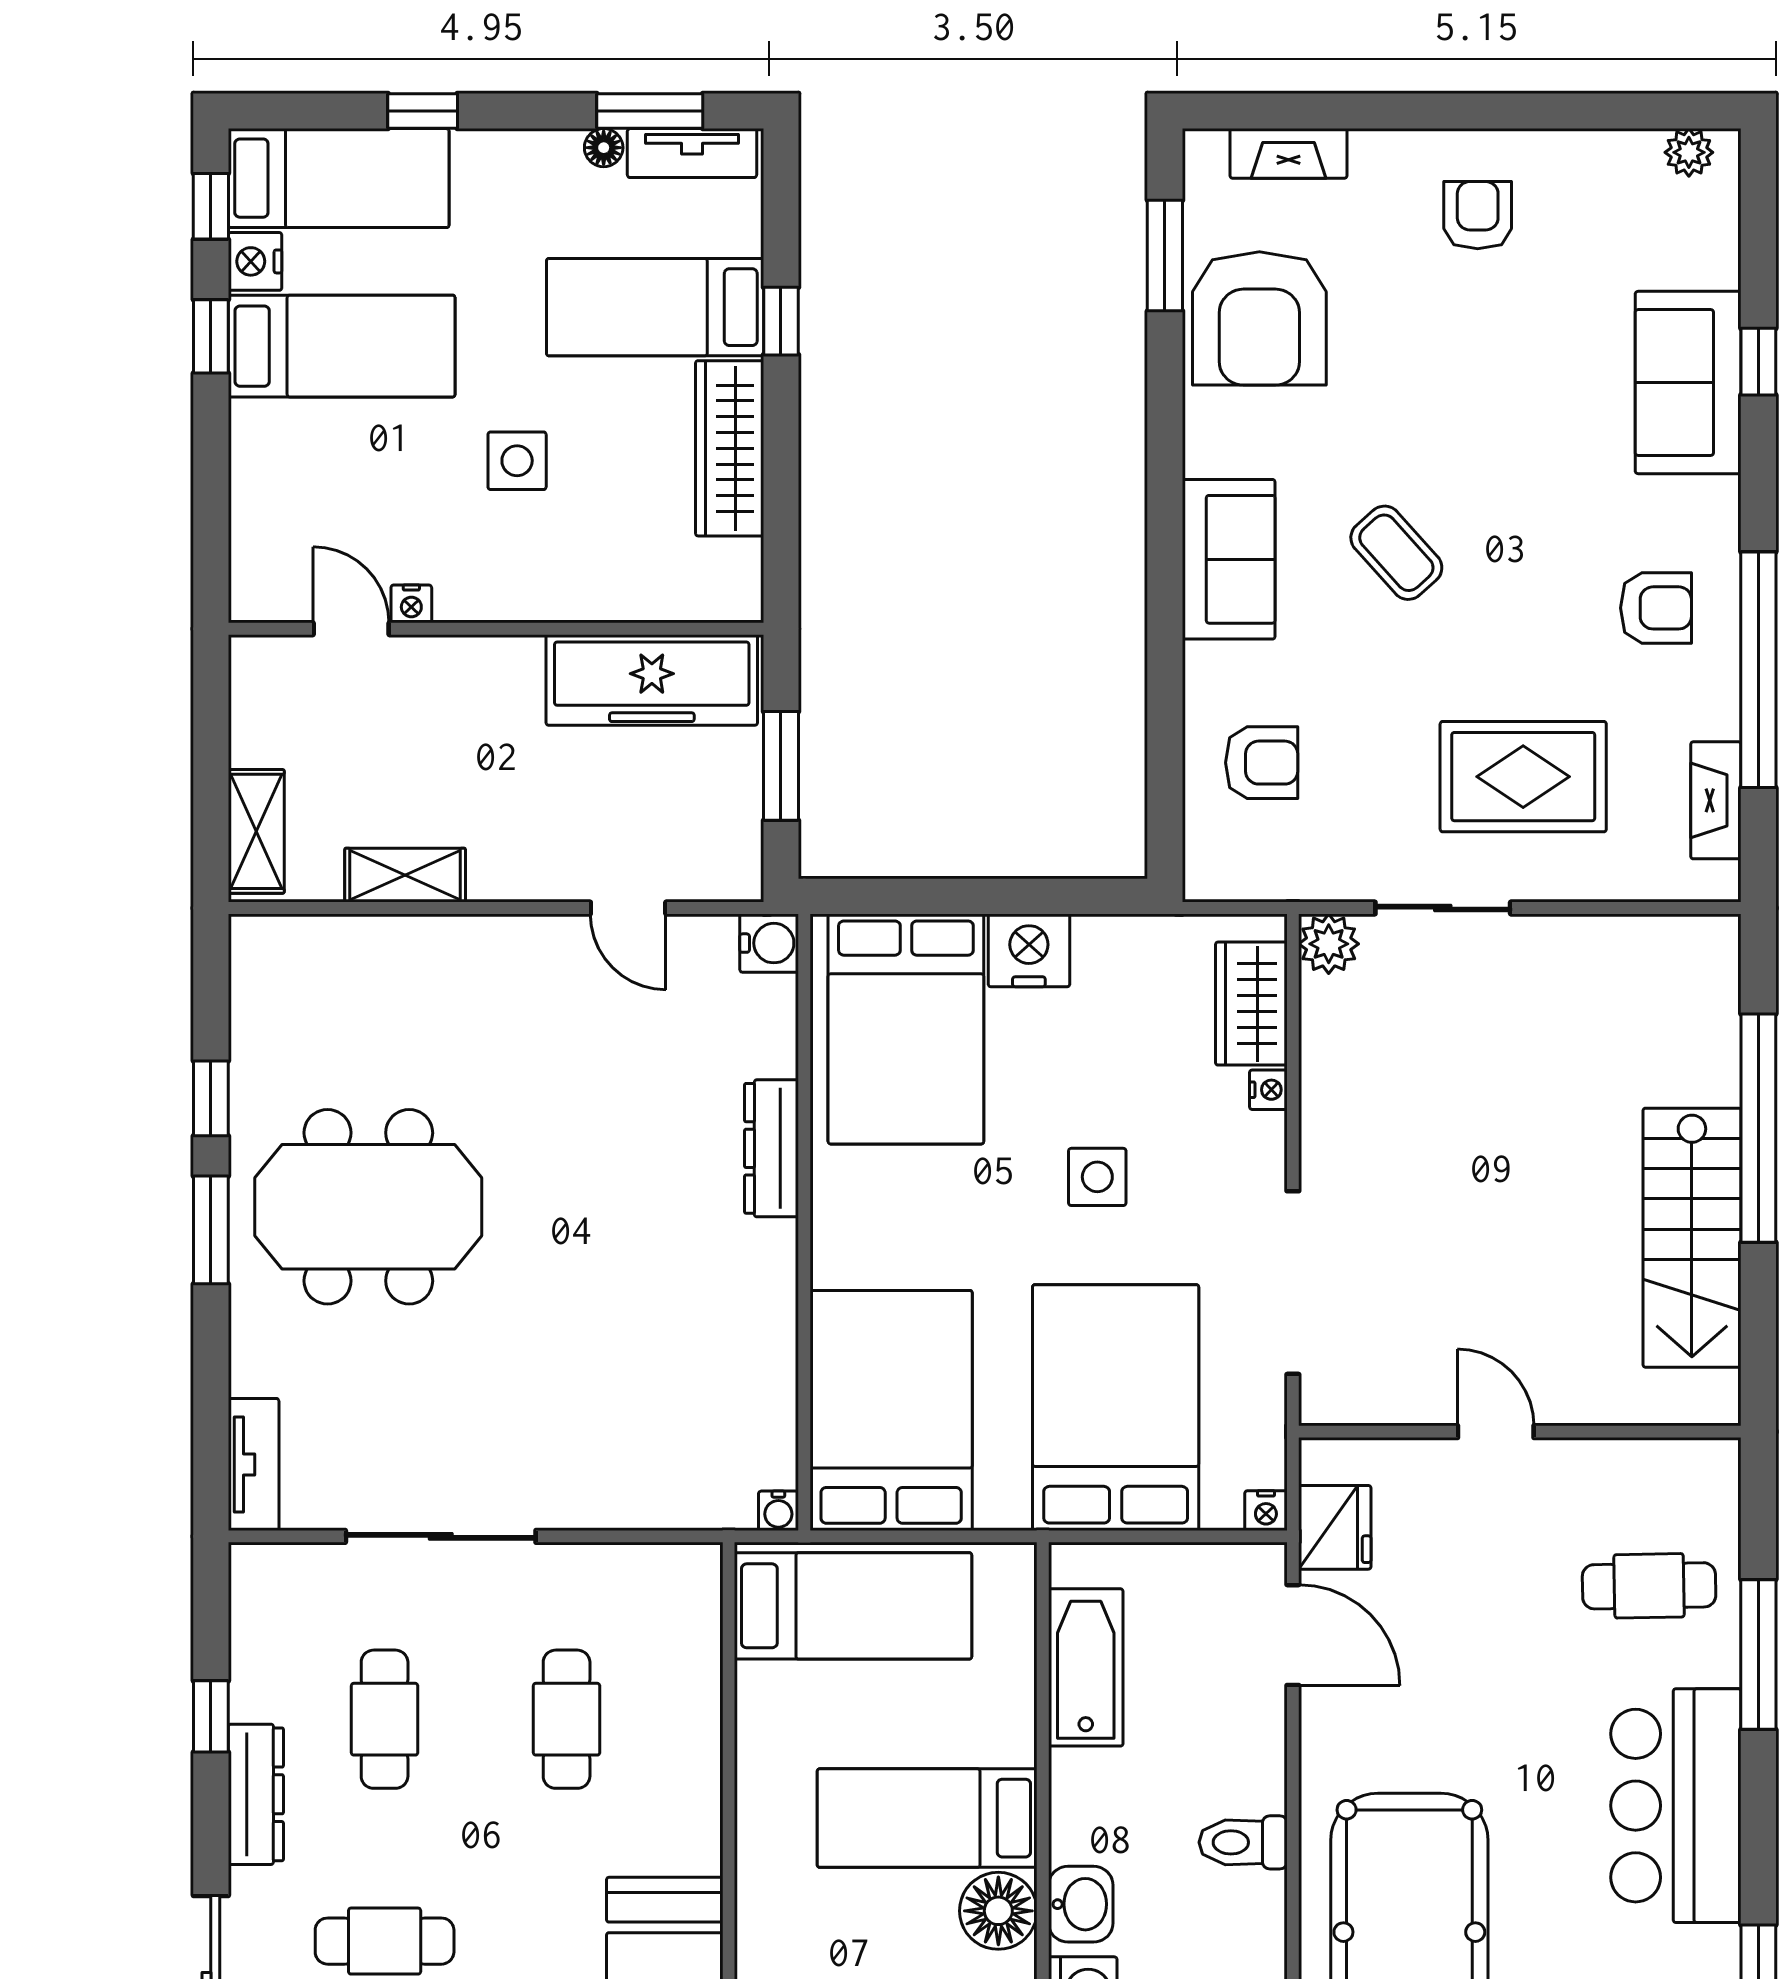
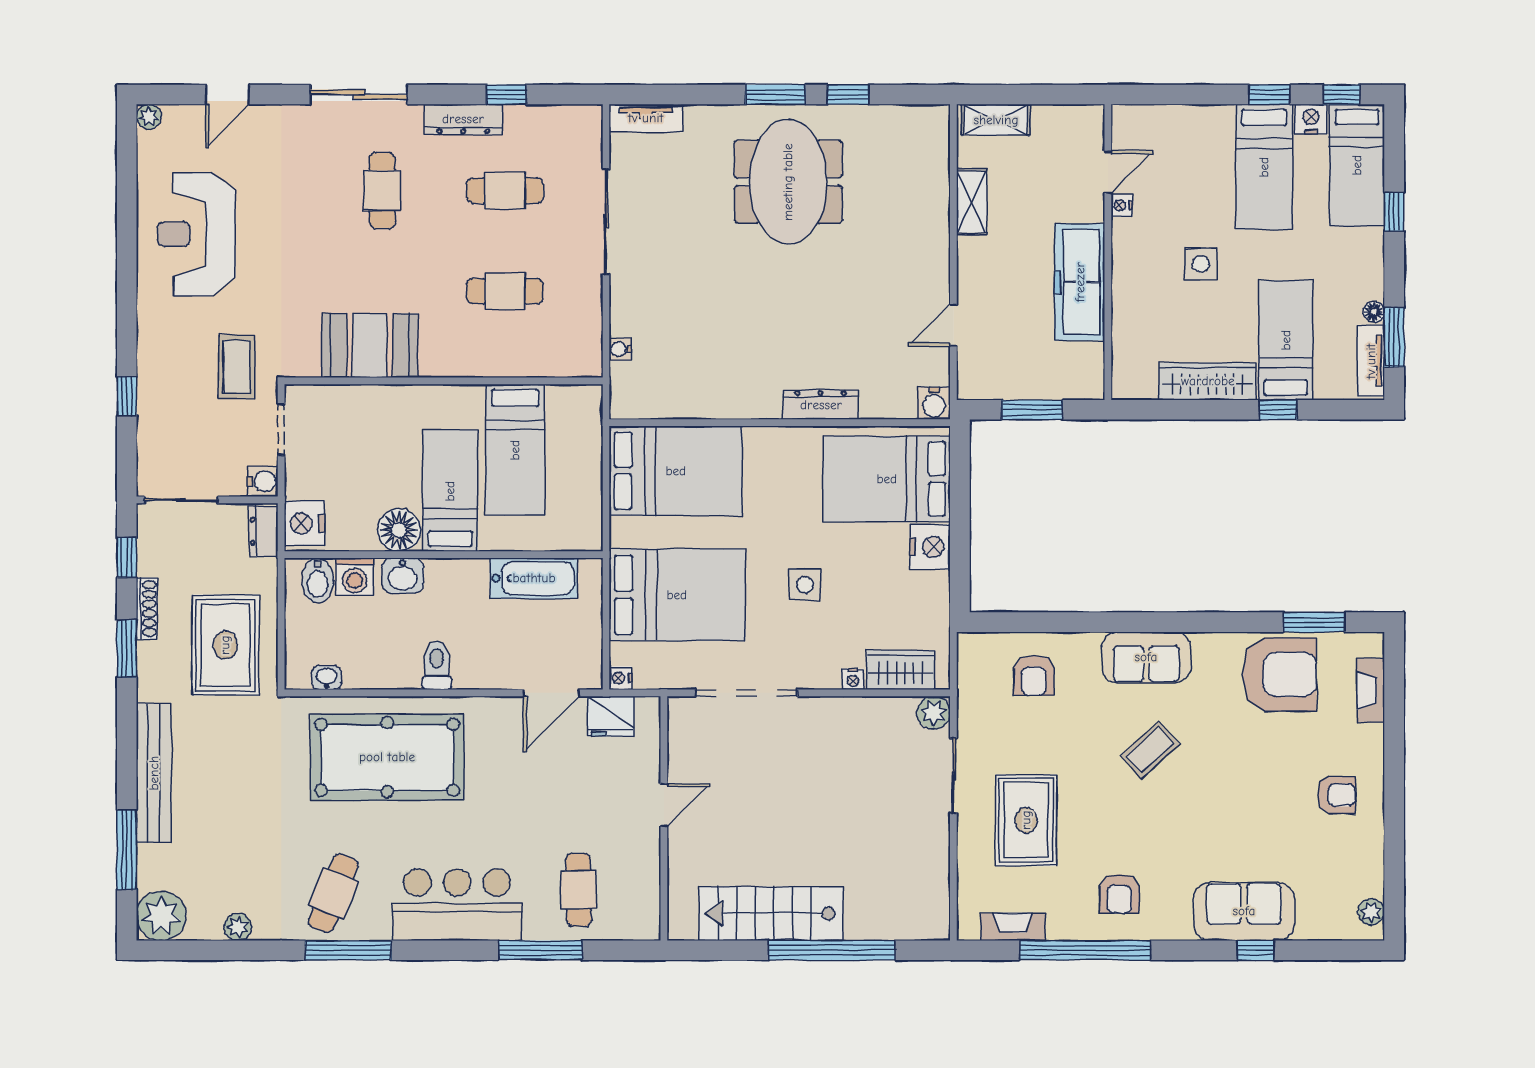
armchair: (1259, 318) -> (1279, 674), turned 180
freezer: (652, 680) -> (1080, 282), moved
water cooler: (778, 1511) -> (620, 349), moved
bed: (853, 1606) -> (515, 450), moved

